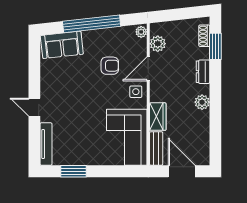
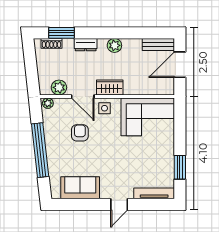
sofa: (62, 45) -> (80, 188), moved, turned -84
wardrobe: (158, 117) -> (110, 87), moved
bench: (156, 148) -> (158, 44), moved

